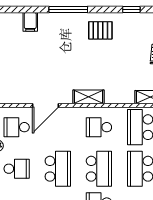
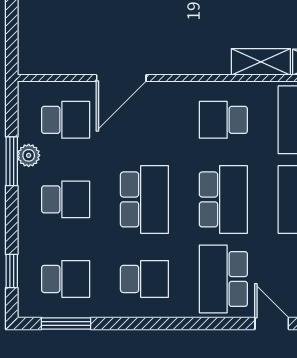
shelving: (88, 97) -> (261, 62), moved
school desk: (17, 127) -> (66, 120), turned 180

